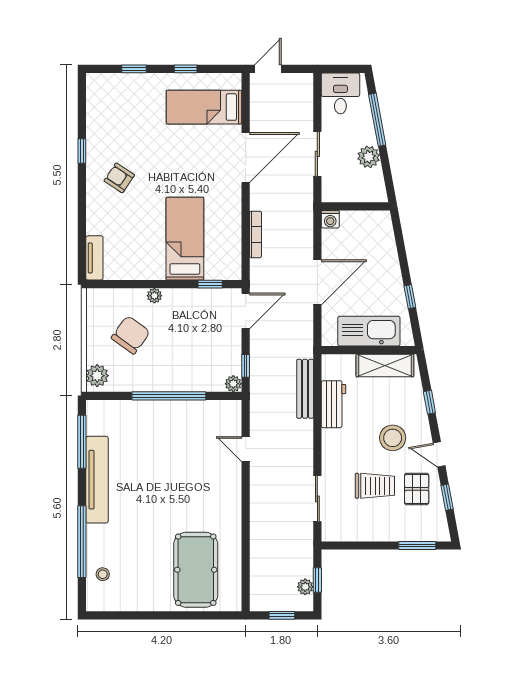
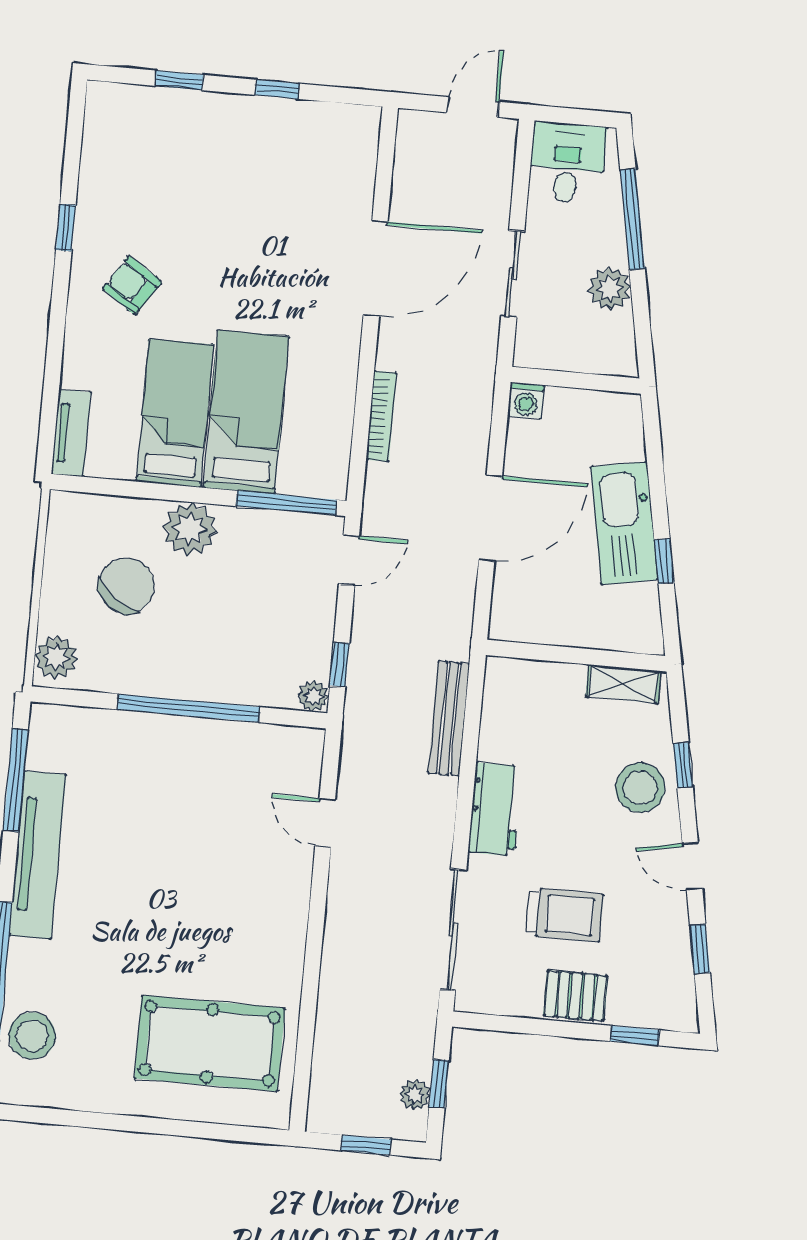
door: (268, 69) -> (473, 107), moved
bed: (204, 107) -> (175, 413), moved, turned 90
window: (210, 284) -> (286, 503), width x2.17
plant: (154, 296) -> (190, 529), width x1.87, depth x1.87
door: (246, 311) -> (349, 560), width x0.73
kitchen sink: (369, 331) -> (624, 523), moved, turned -100
shelving: (385, 365) -> (623, 684), width x0.67, depth x0.75
workbench: (334, 404) -> (495, 809), moved
stool: (393, 438) -> (640, 788), moved
pallet: (417, 489) -> (576, 996), moved, turned 90
sliding door: (317, 499) -> (453, 930), width x1.37
window: (417, 545) -> (635, 1036), width x0.67
pool table: (196, 570) -> (210, 1043), turned 90
stool: (103, 574) -> (32, 1036), width x1.89, depth x1.89

